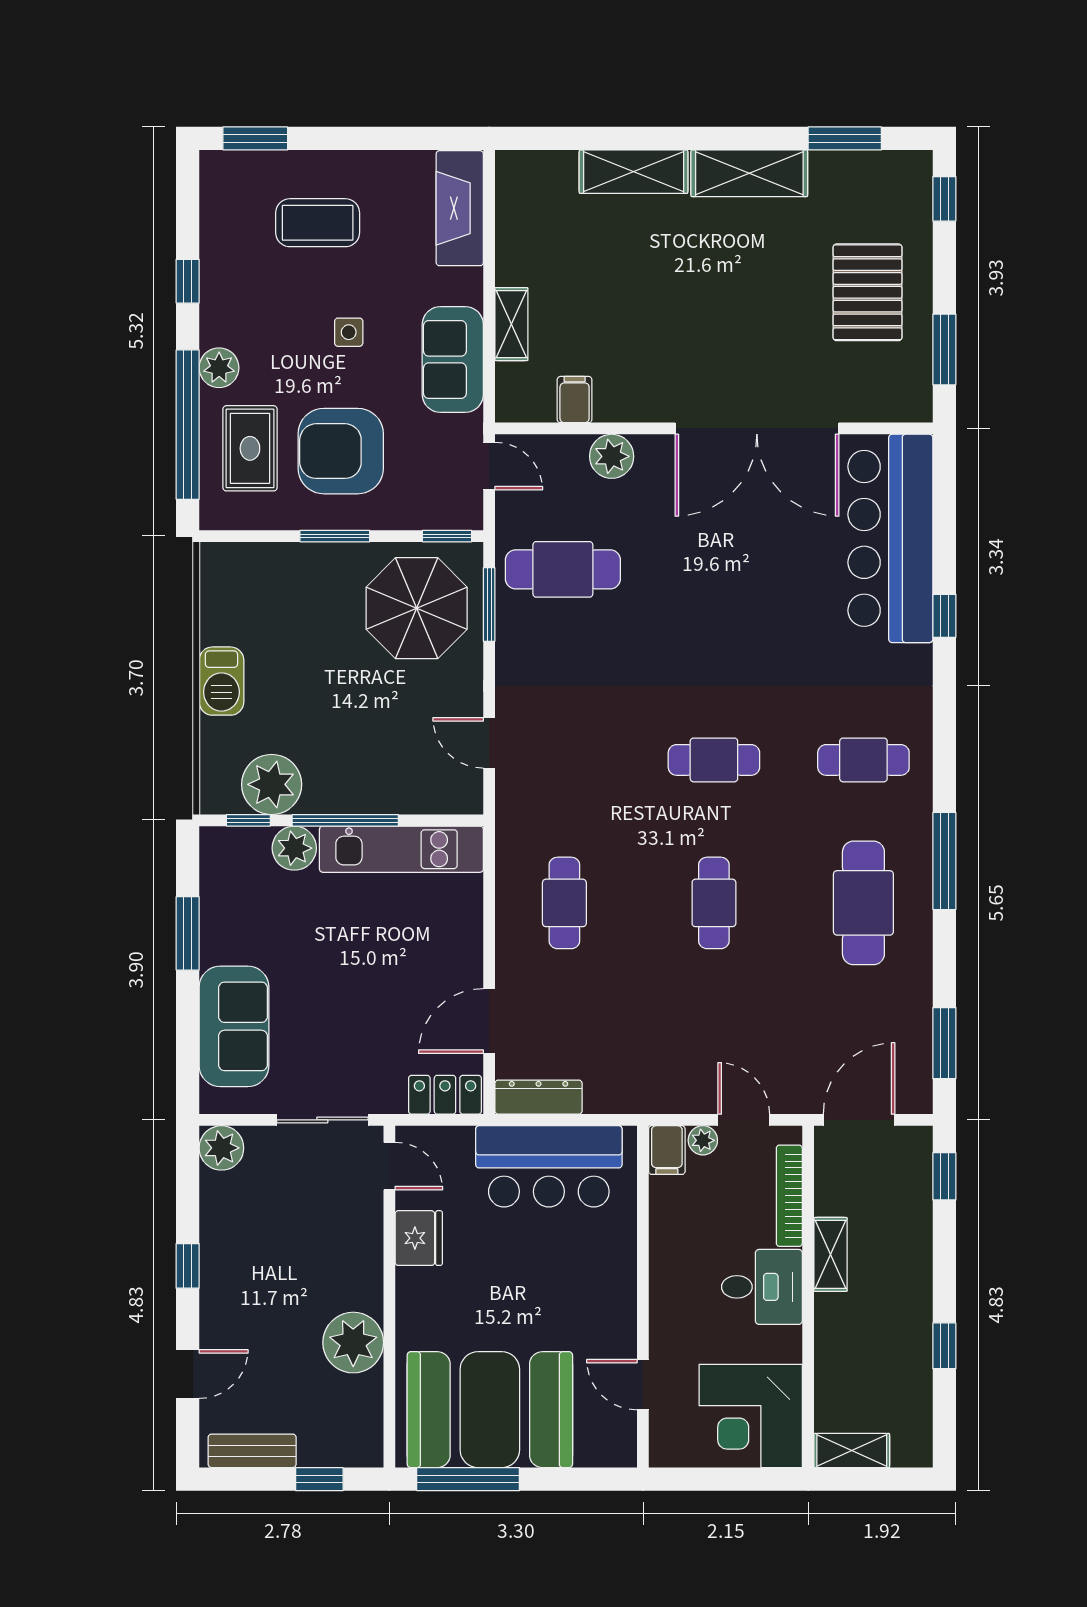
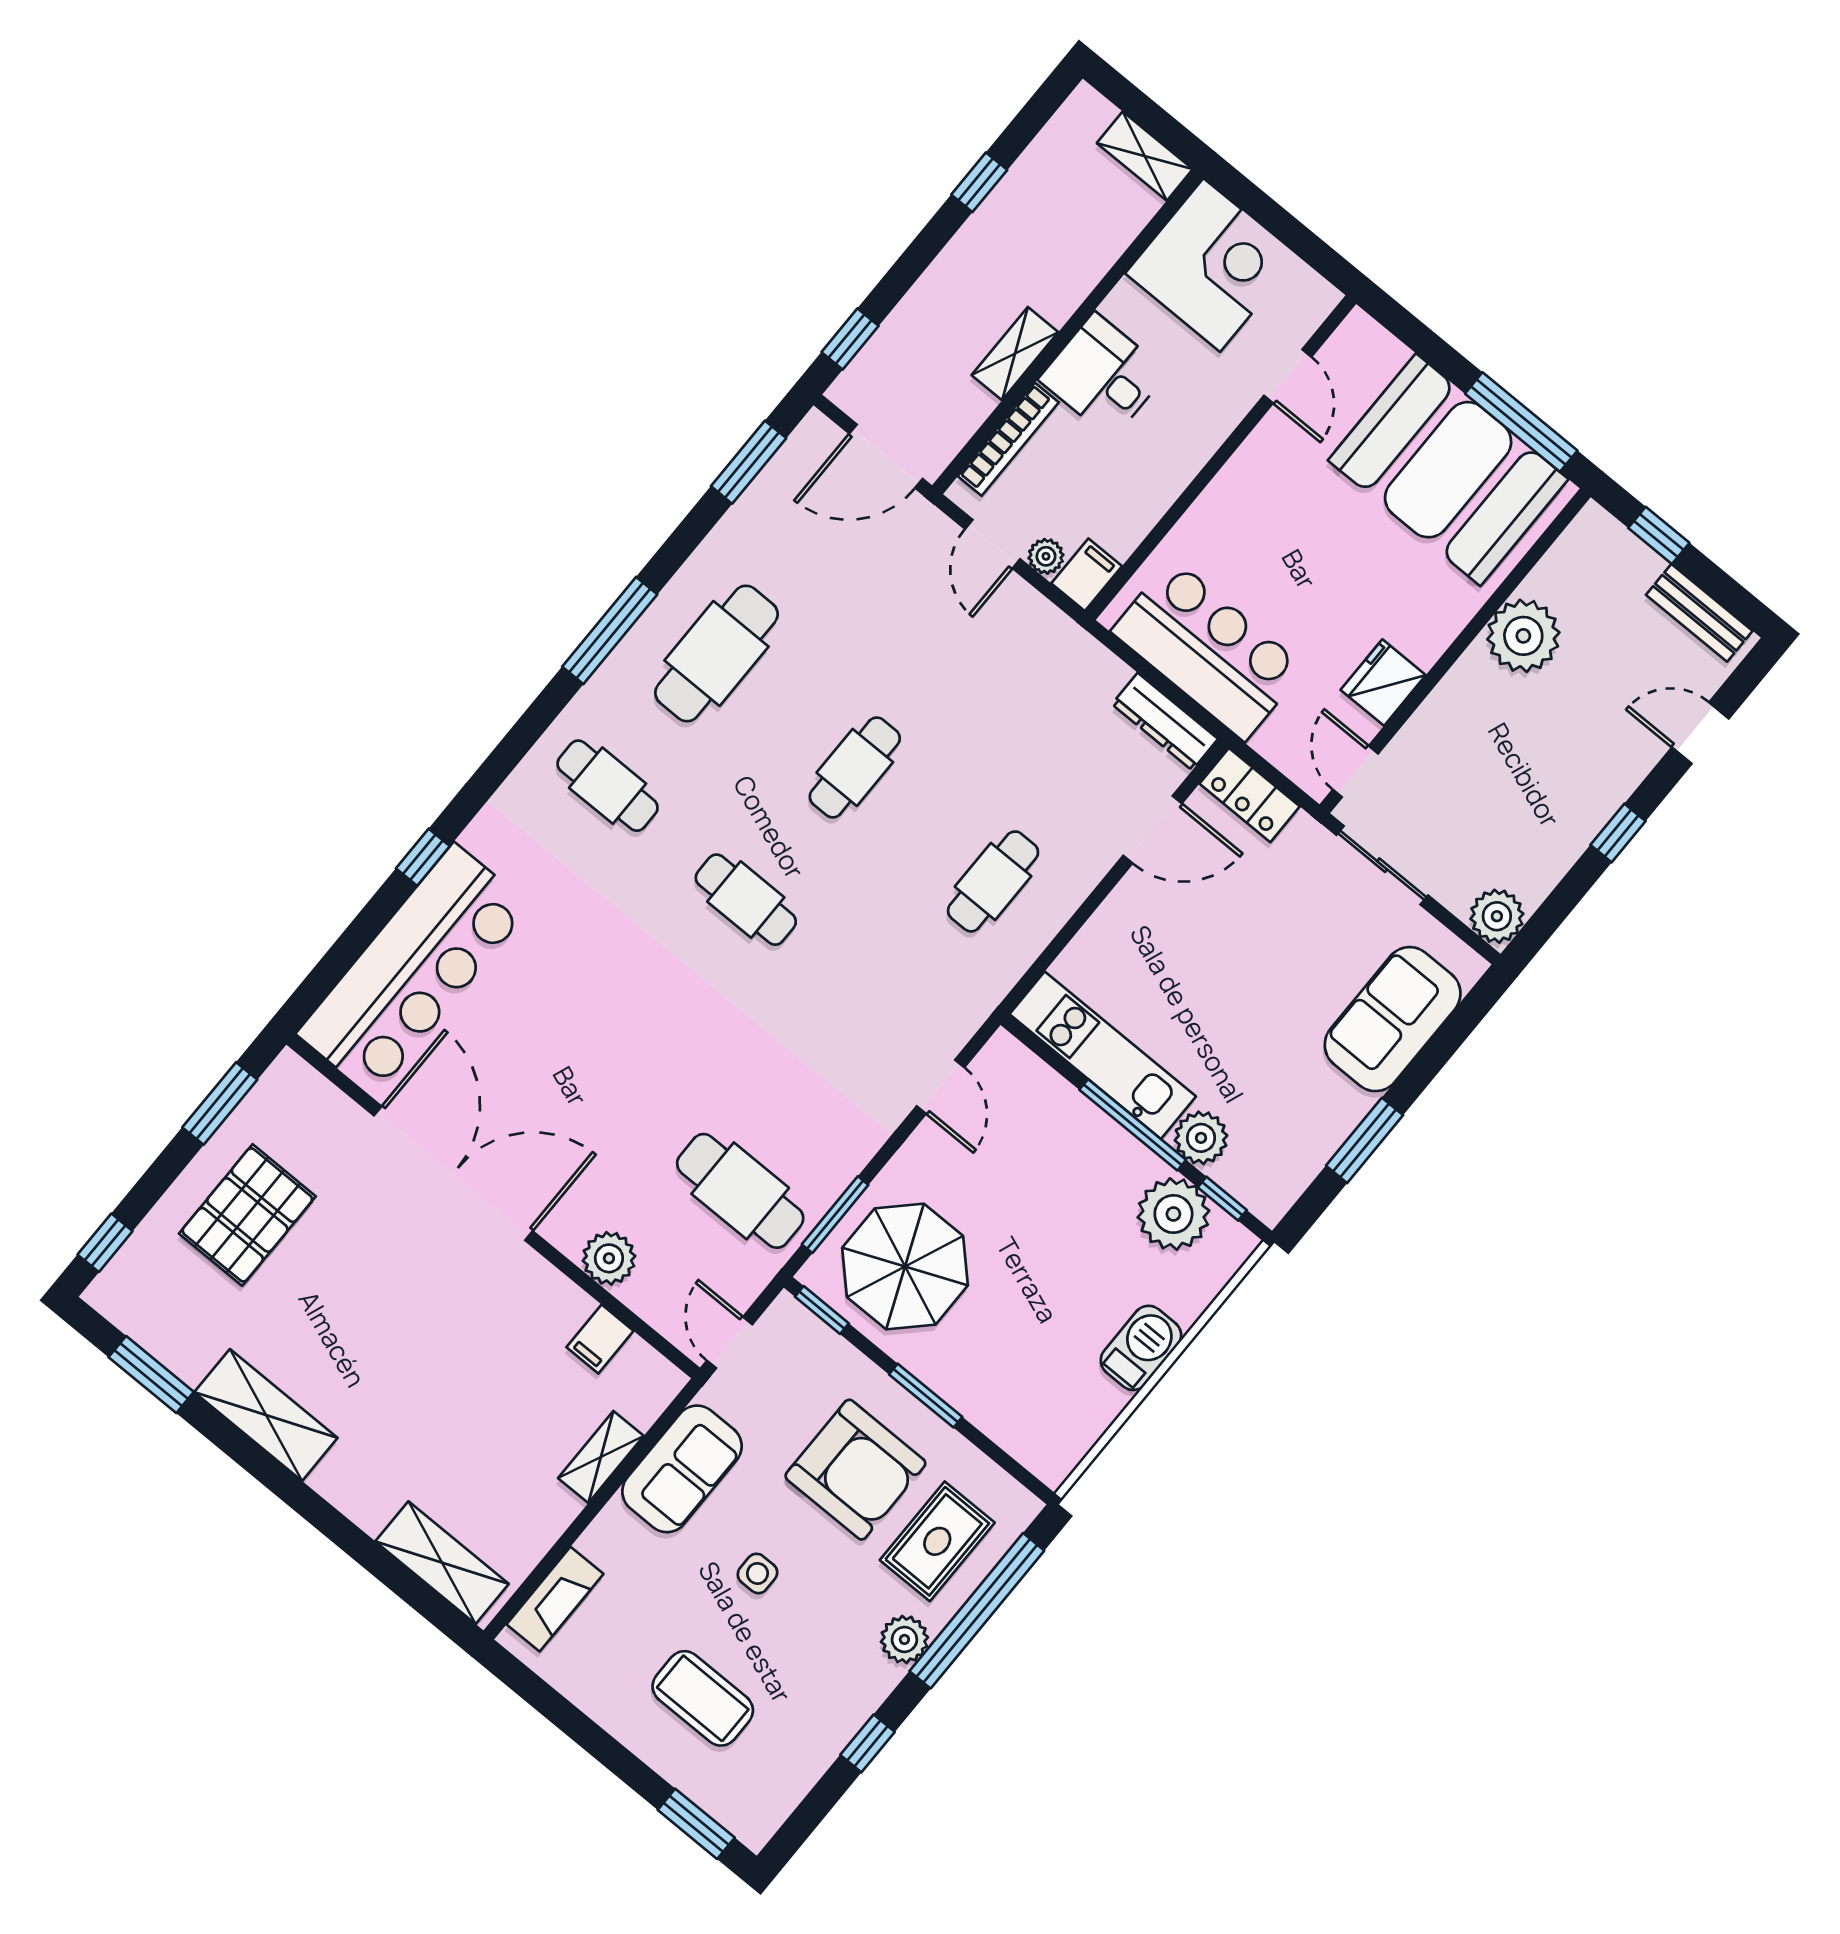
shelving: (634, 172) -> (442, 1563), moved
fireplace: (460, 208) -> (555, 1599), width x0.73, depth x0.76

